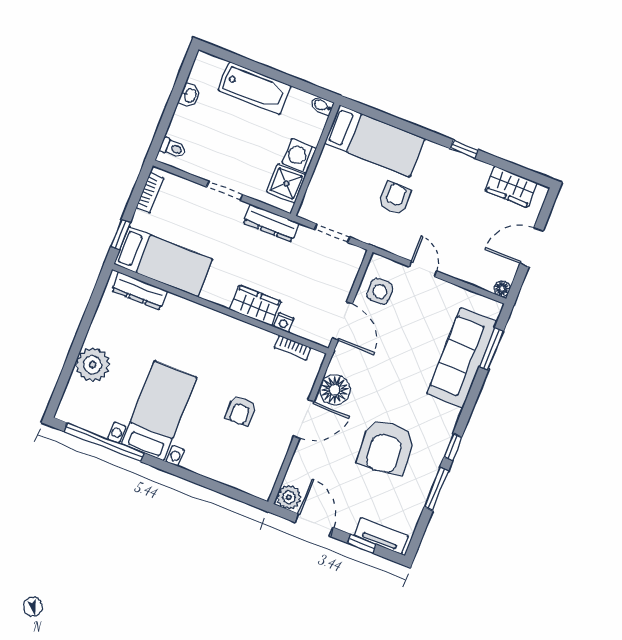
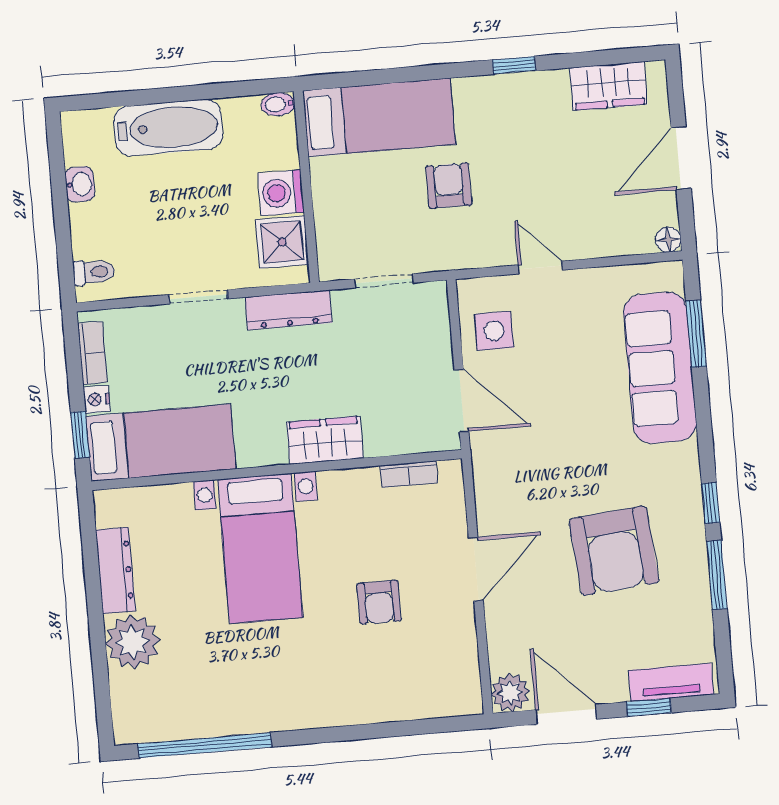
dresser: (139, 291) -> (115, 570), moved, turned -90
nightstand: (284, 323) -> (97, 399), moved, turned 90
floor lamp: (335, 390) -> (499, 505), removed
bed with nightstands: (159, 411) -> (260, 548), moved, turned 180

